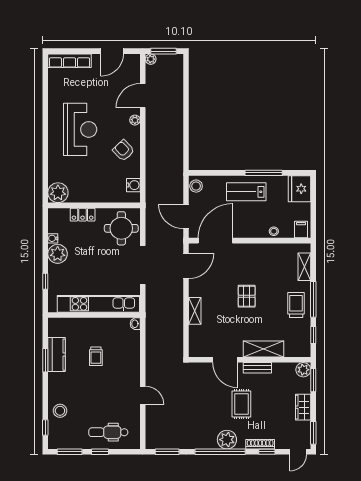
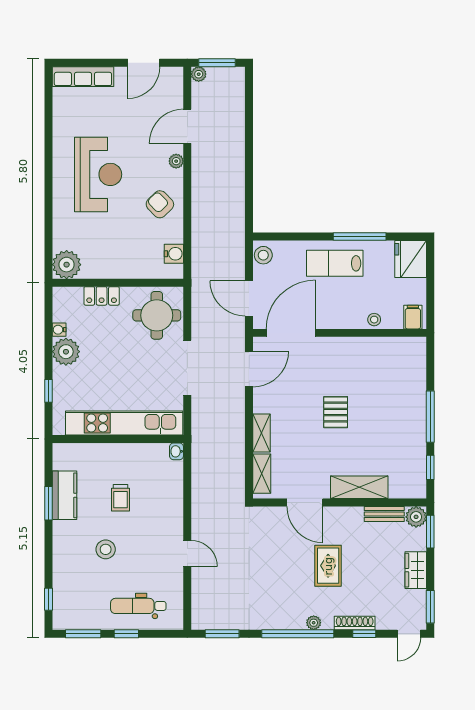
shelving: (304, 267) -> (262, 474), moved
trolley: (296, 305) -> (406, 425), removed
bench: (257, 368) -> (384, 514), moved
stool: (60, 411) -> (106, 549), moved
plant: (227, 440) -> (314, 623), width x0.53, depth x0.53

